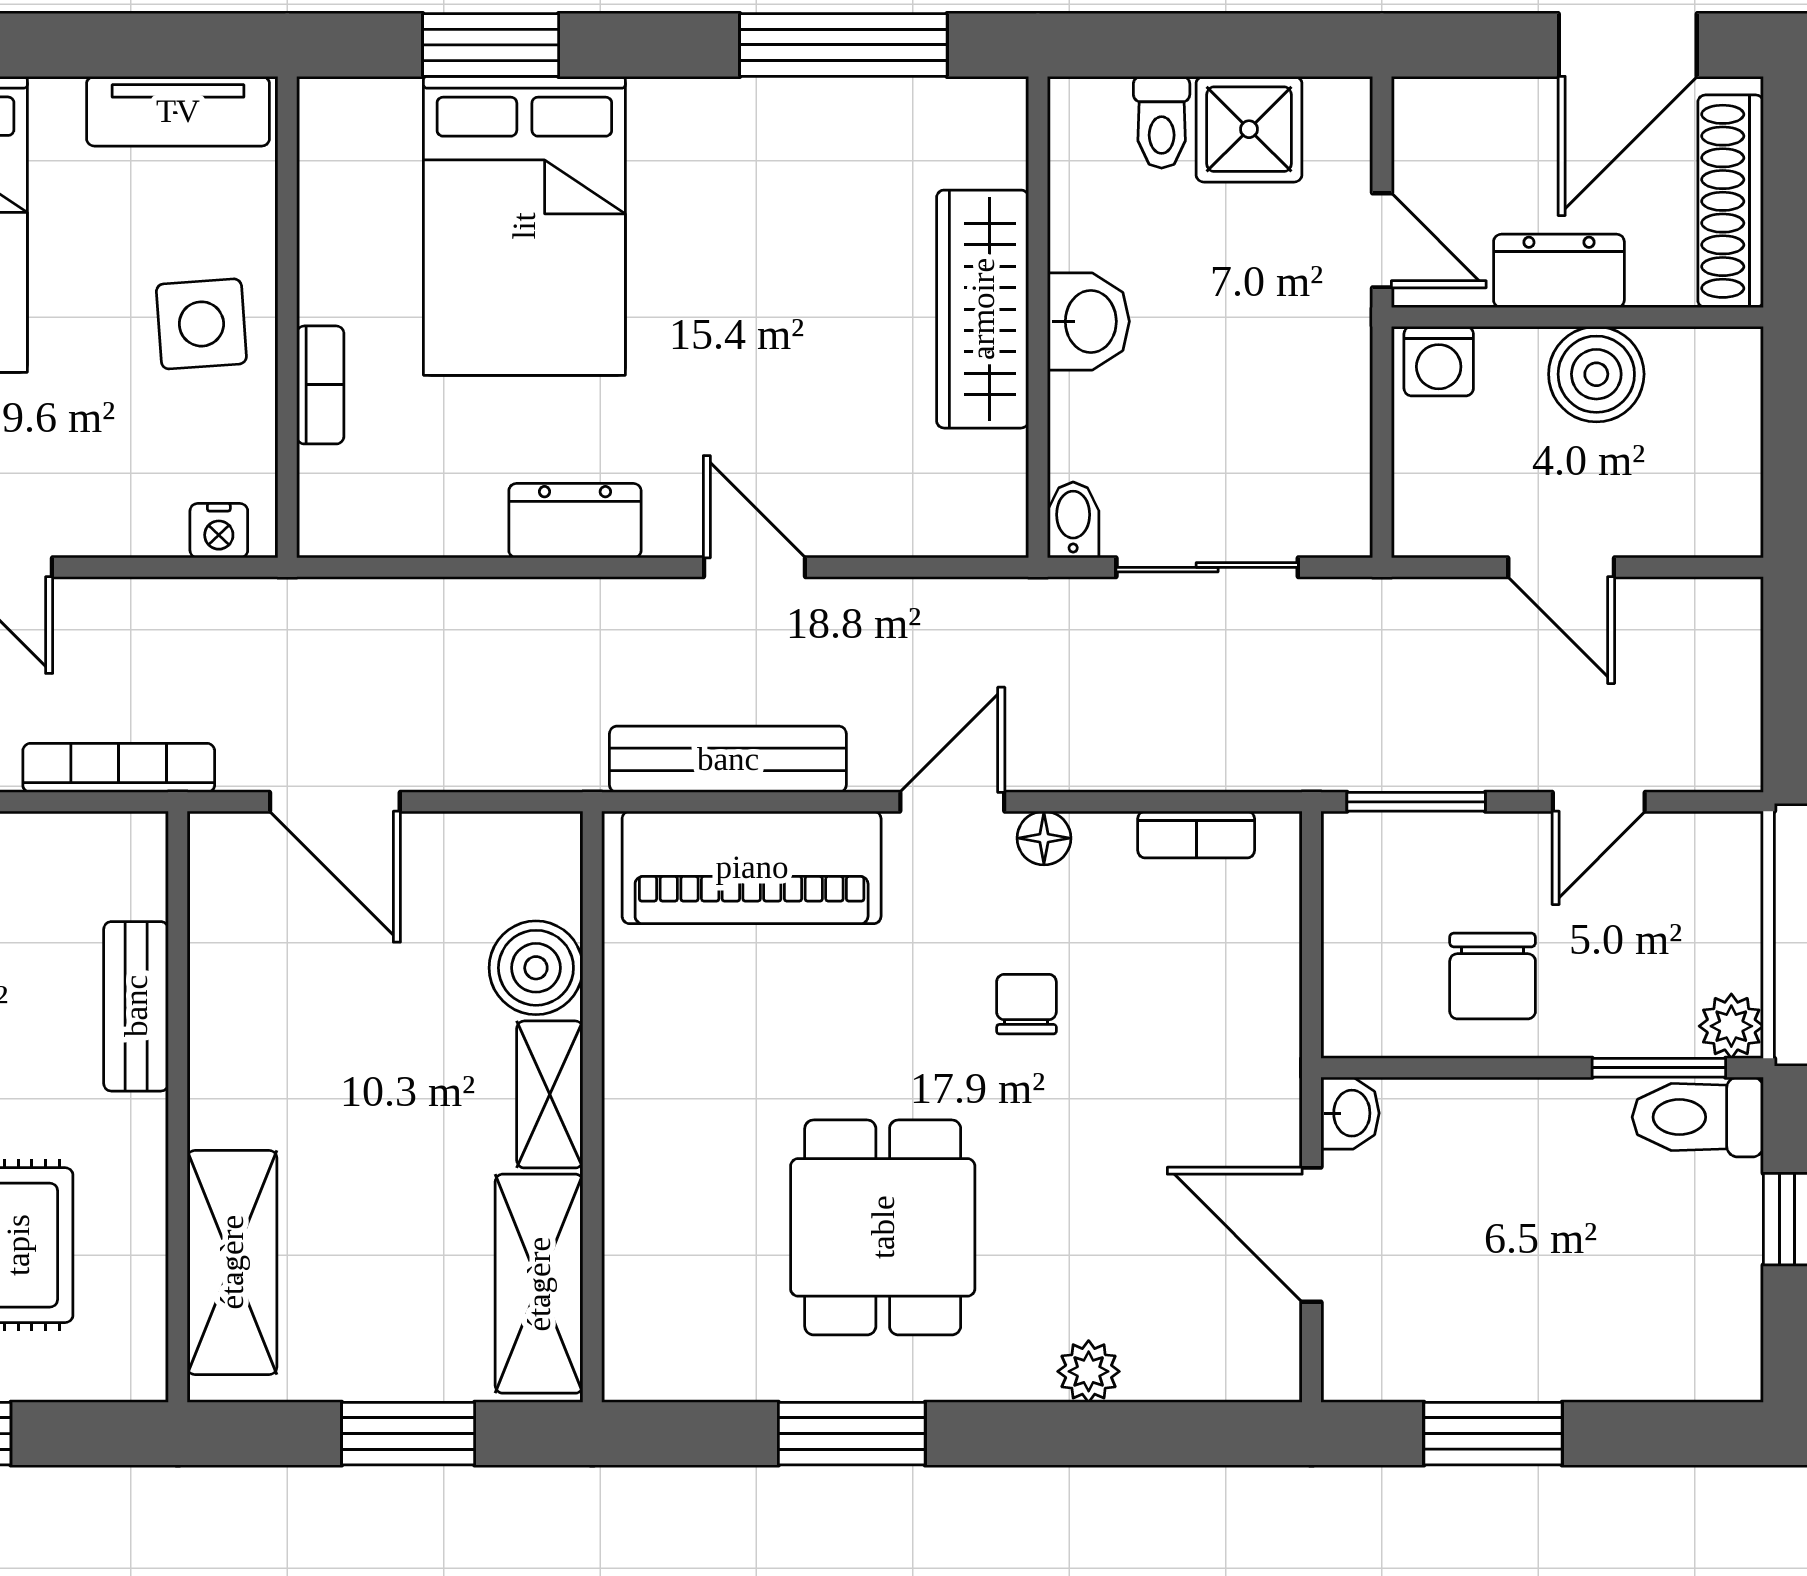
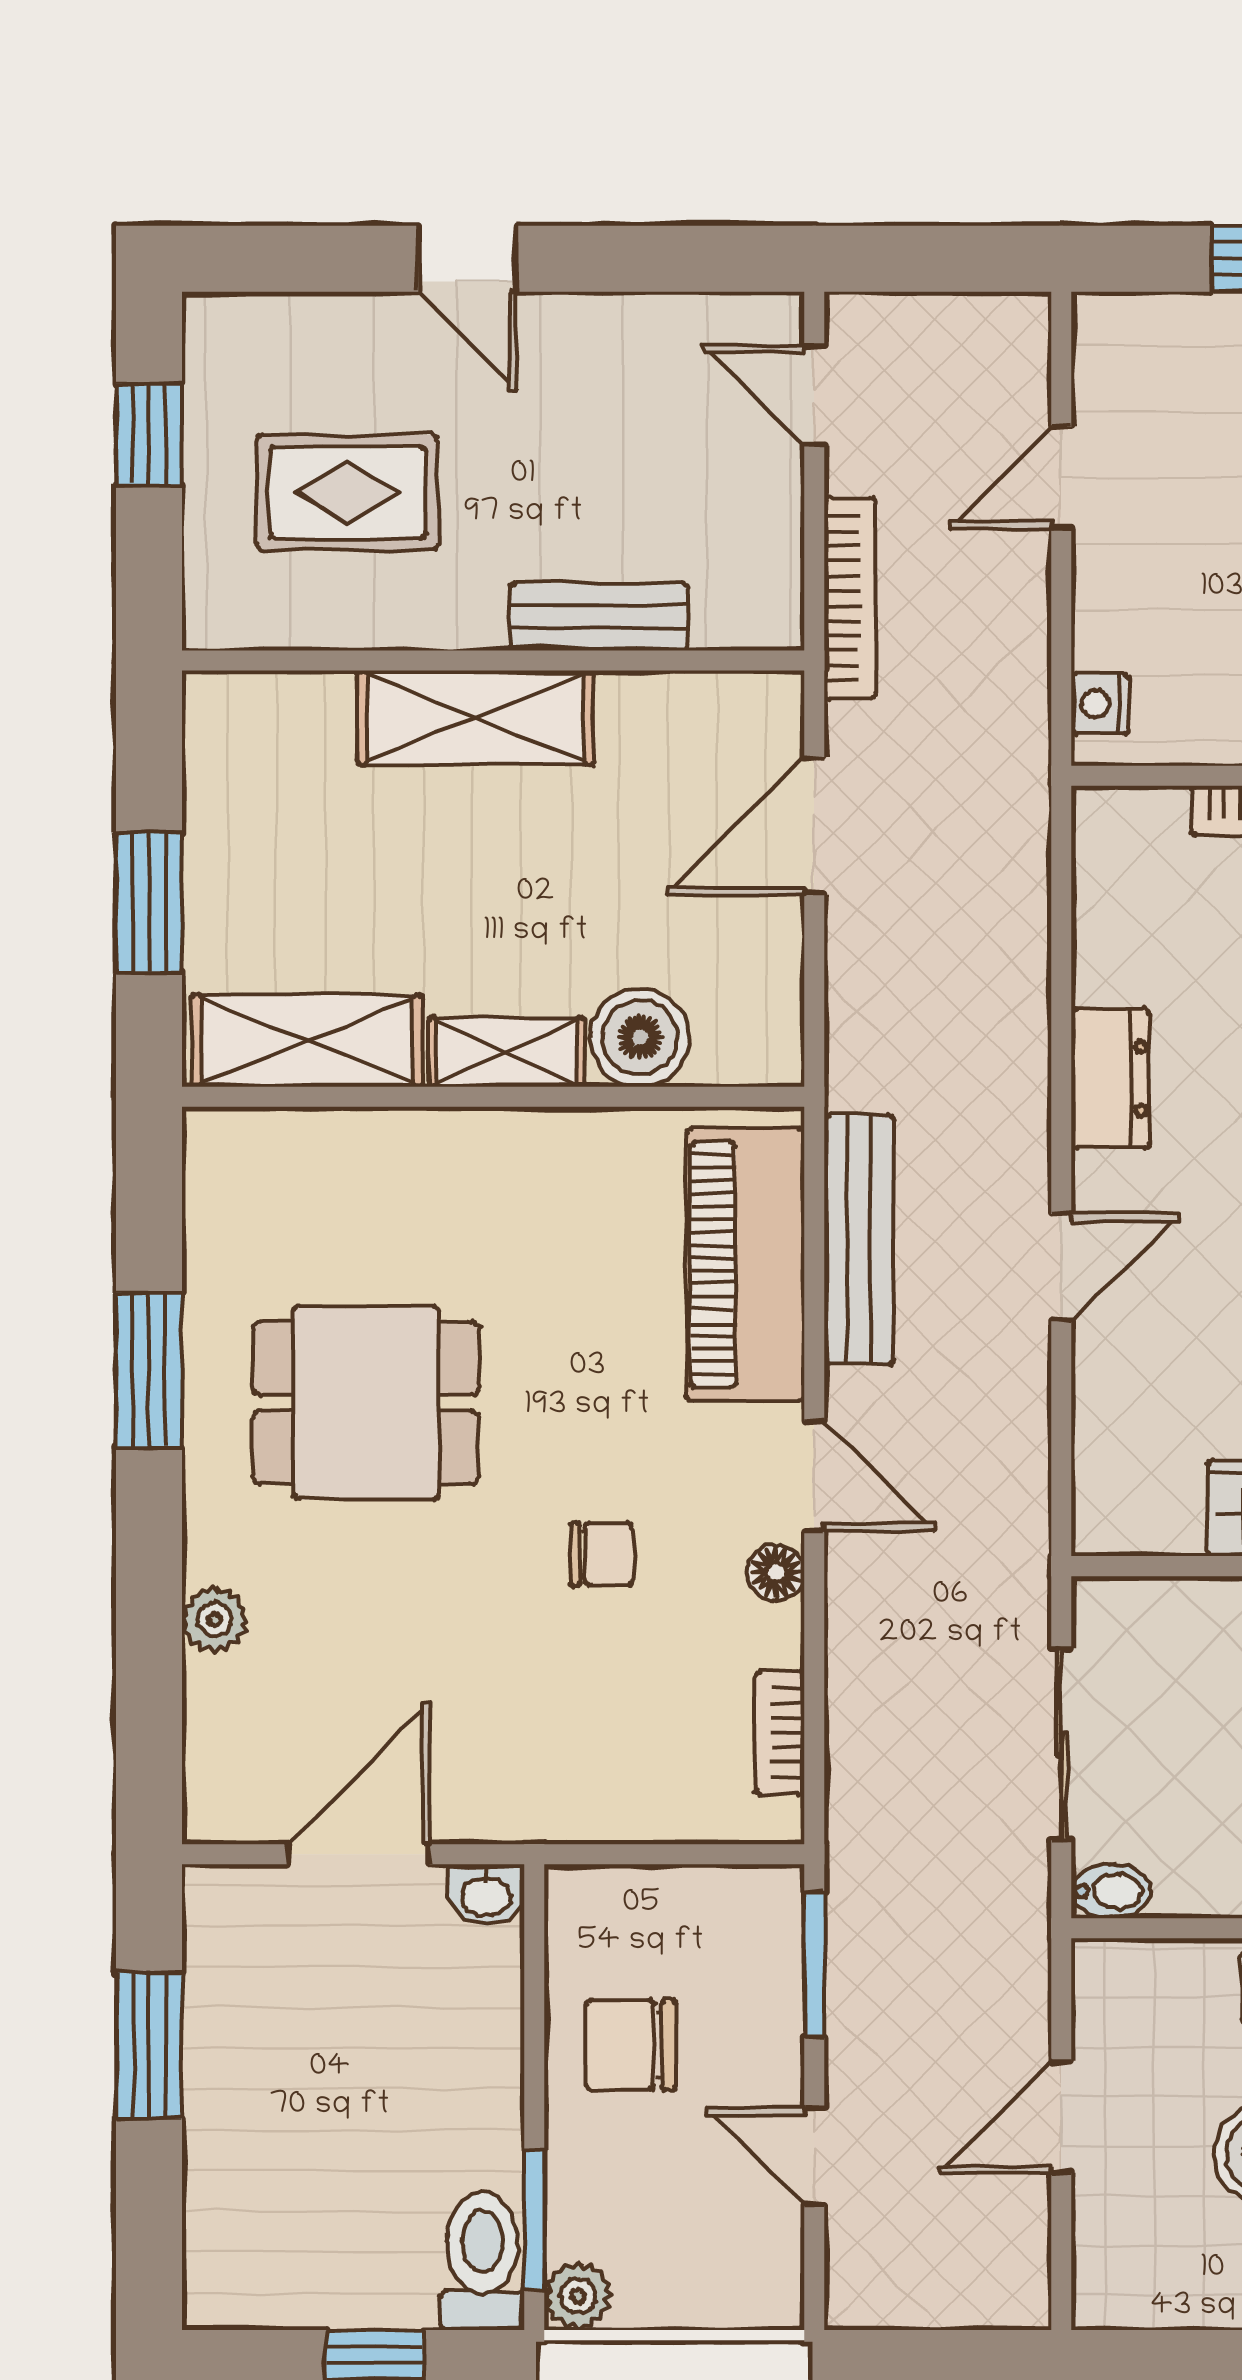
bidet: (1073, 520) -> (1111, 1891), moved
shelving: (232, 1262) -> (475, 718), moved

